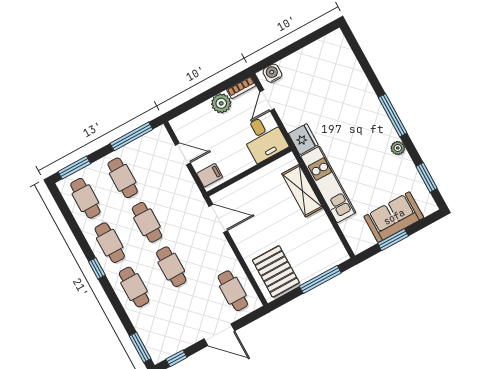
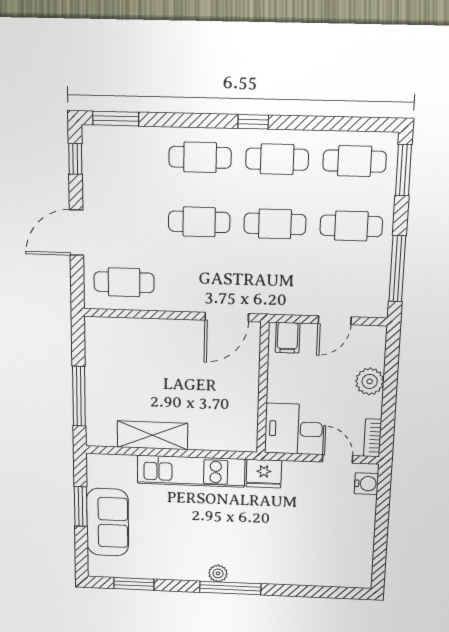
plant: (221, 103) -> (370, 381), moved
plant: (398, 148) -> (218, 573), moved
shelving: (302, 191) -> (152, 435), moved
pallet: (276, 271) -> (119, 349), removed

